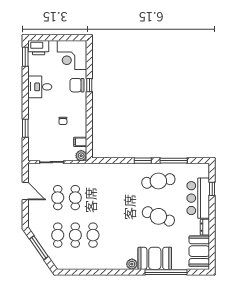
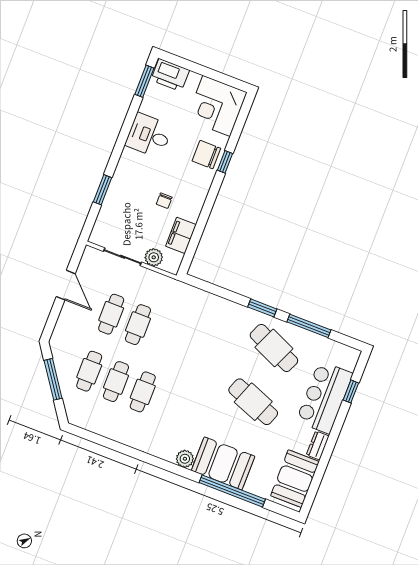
filing cabinet: (80, 142) -> (181, 235), width x2.00
plant: (81, 156) -> (154, 257), moved
cafe table: (158, 181) -> (274, 348), turned 33

